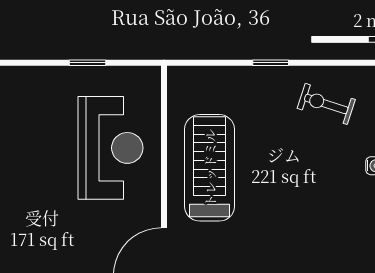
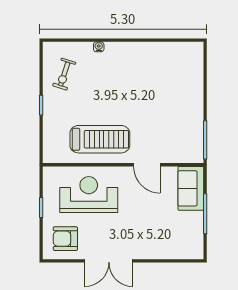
armchair: (32, 106) -> (65, 239), added
treadmill: (210, 168) -> (100, 139), turned 180

